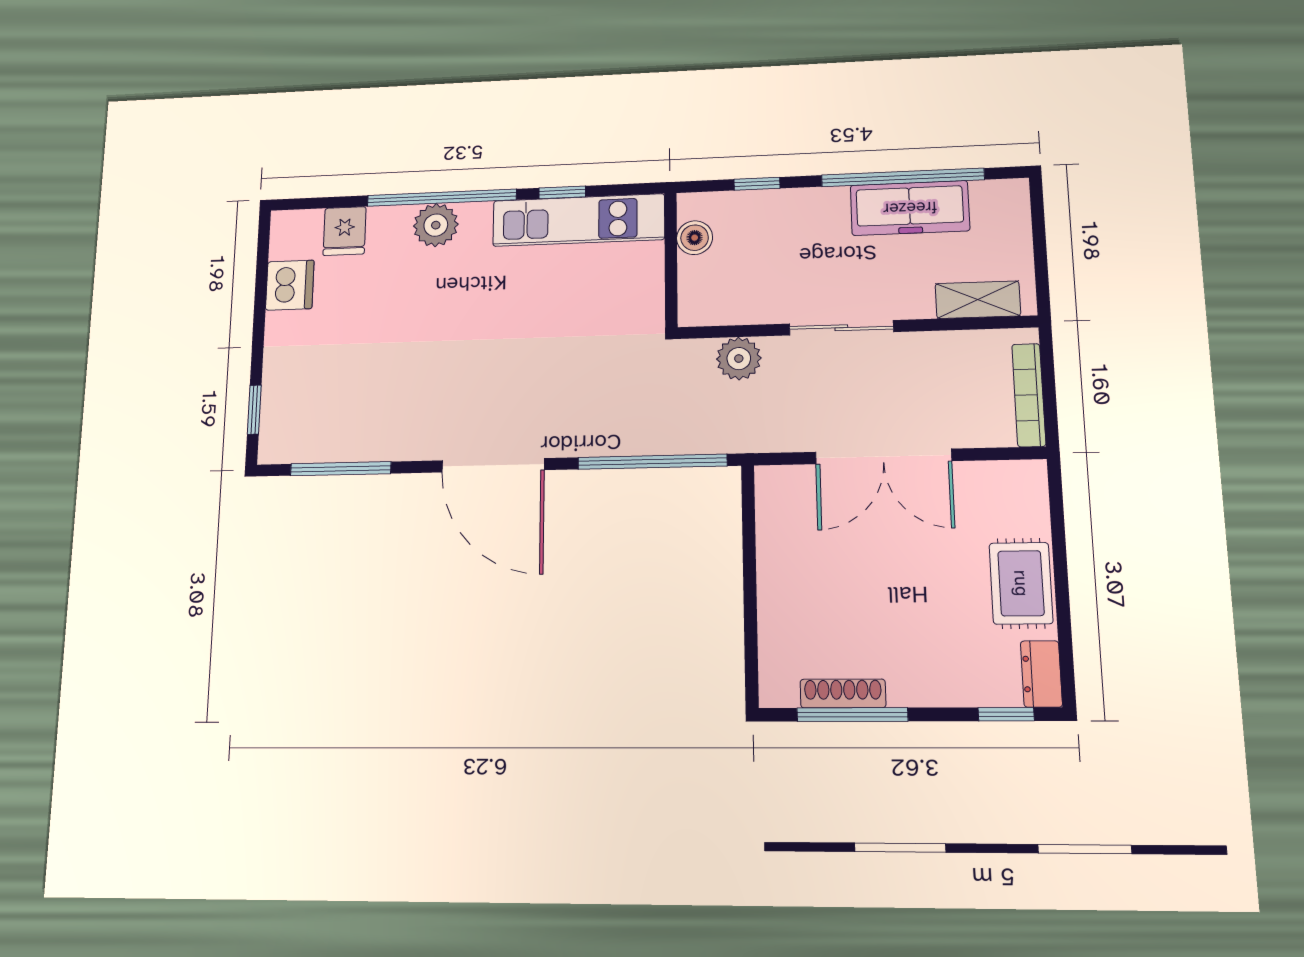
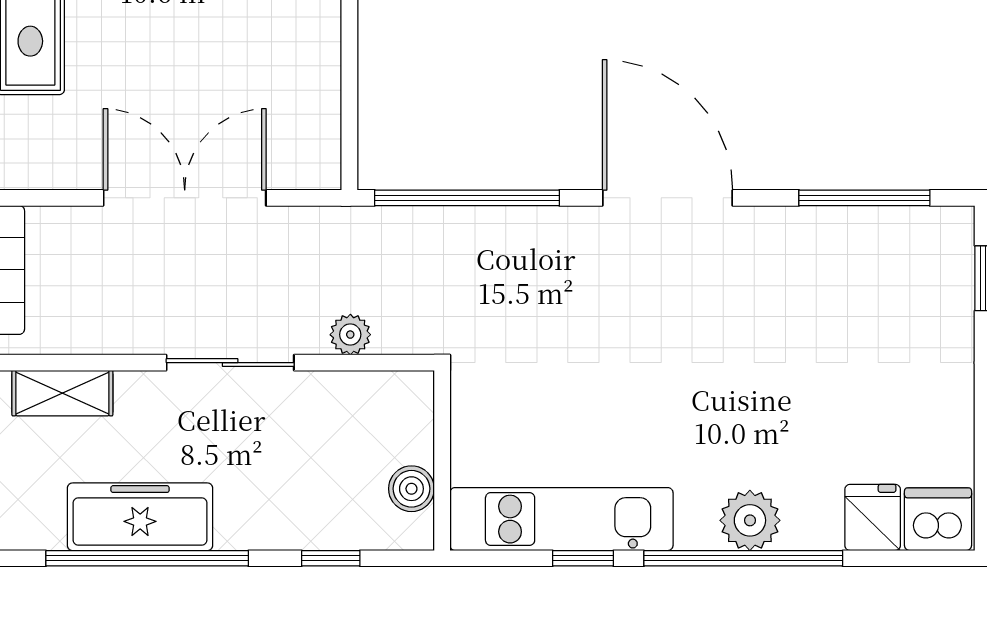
dishwasher: (290, 285) -> (938, 519), moved, turned 90
plant: (739, 359) -> (350, 335), width x0.73, depth x0.73

